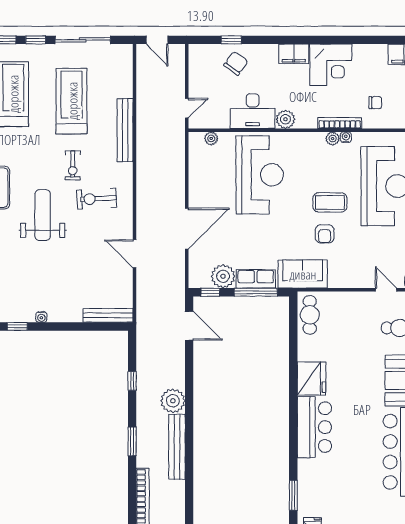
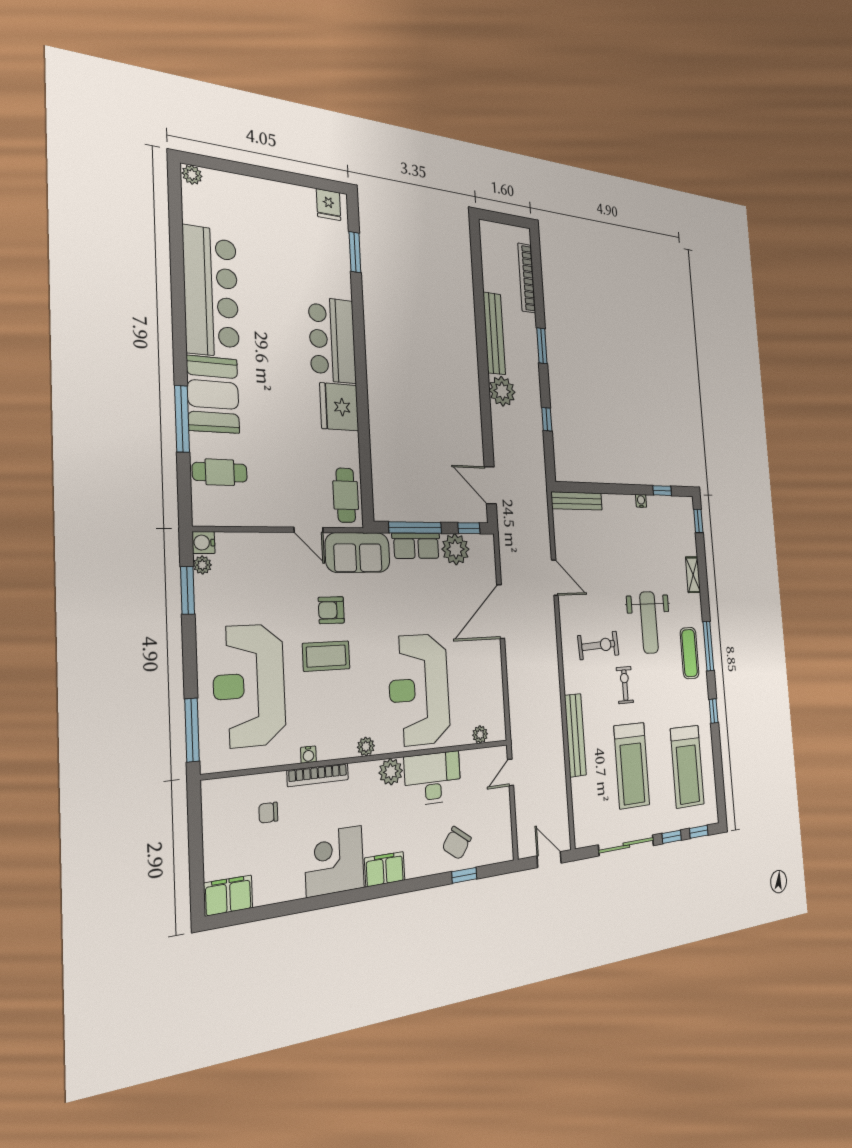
plant: (333, 139) -> (366, 747), moved
armchair: (325, 234) -> (331, 610), turned -90
door: (386, 290) -> (309, 530), moved

